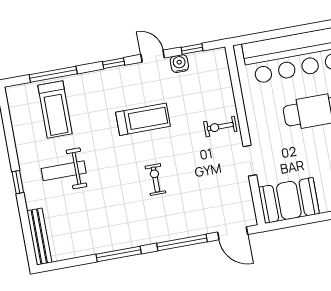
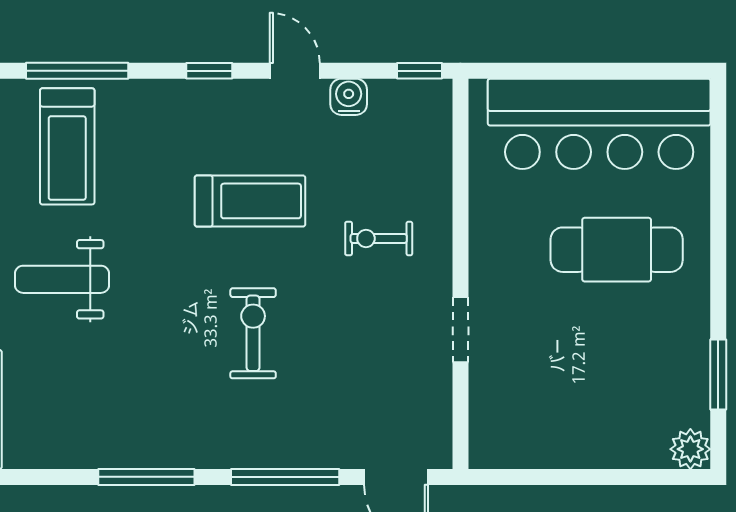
window: (192, 49) -> (419, 71), moved
exercise bike: (220, 127) -> (379, 238), moved
exercise bike: (155, 179) -> (253, 333), width x1.38, depth x1.39
booth: (289, 200) -> (528, 429), removed

